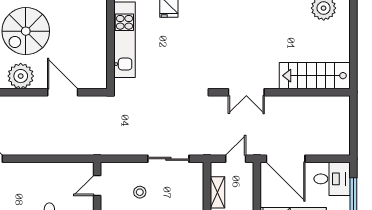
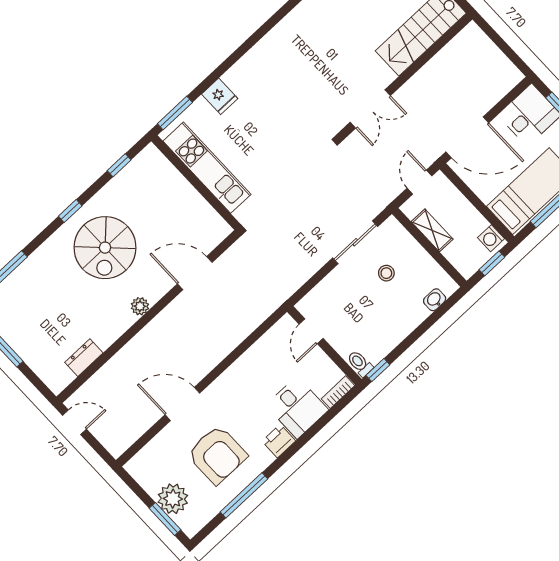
plant: (21, 76) -> (140, 306), width x0.53, depth x0.53
stool: (140, 192) -> (386, 273), moved

